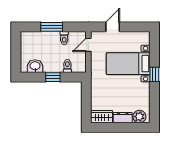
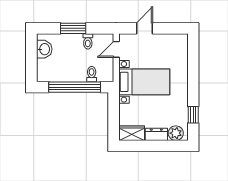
bed with nightstands: (128, 64) -> (144, 82), moved, turned 180
washbasin: (35, 66) -> (44, 49), moved, turned 90
window: (154, 74) -> (193, 115), moved
window: (53, 77) -> (75, 87), width x3.17

